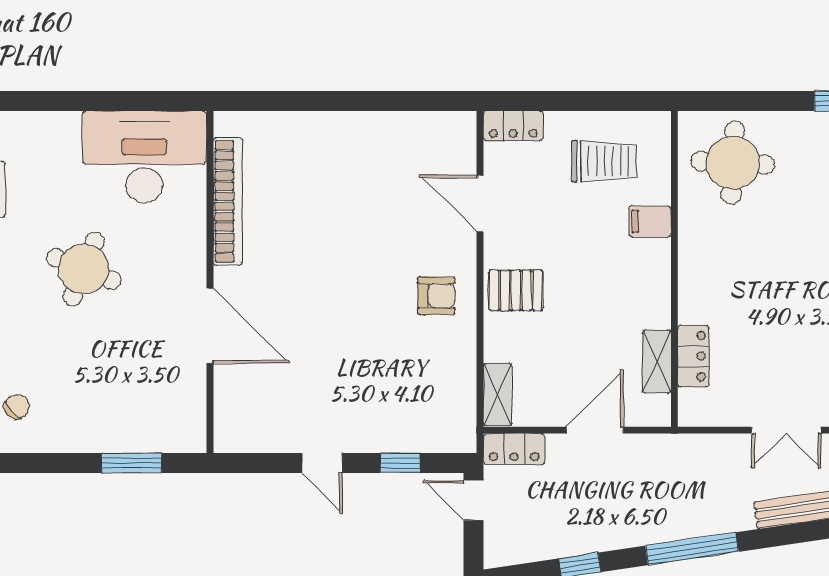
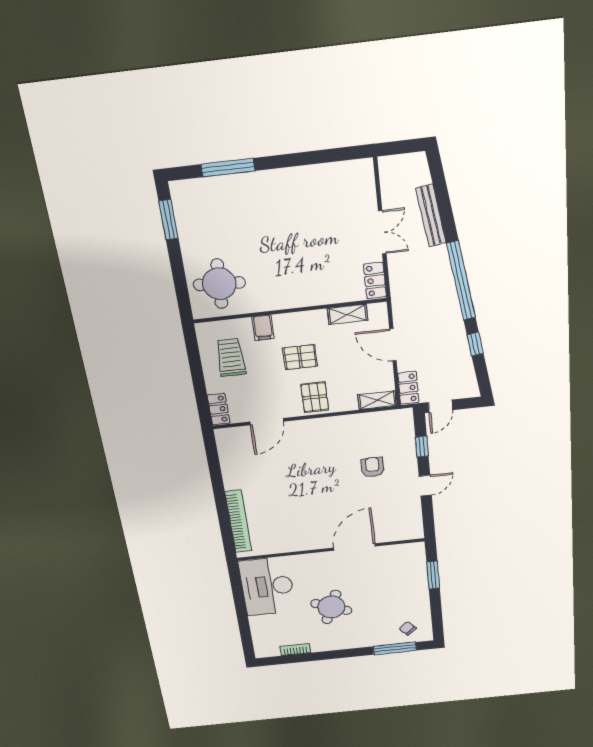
bookcase: (228, 201) -> (238, 521), moved, turned 90
pallet: (591, 275) -> (300, 357), added
armchair: (436, 296) -> (372, 467), moved
locker: (693, 356) -> (375, 281), moved, turned -90
window: (692, 549) -> (461, 281), width x1.46

